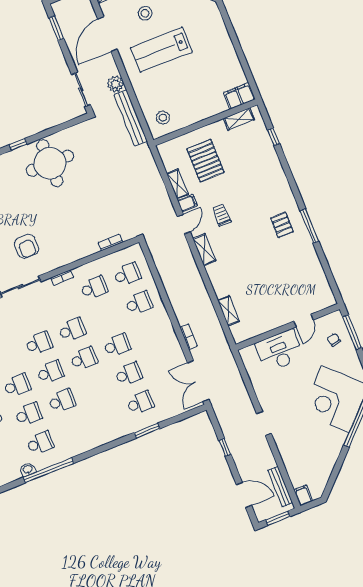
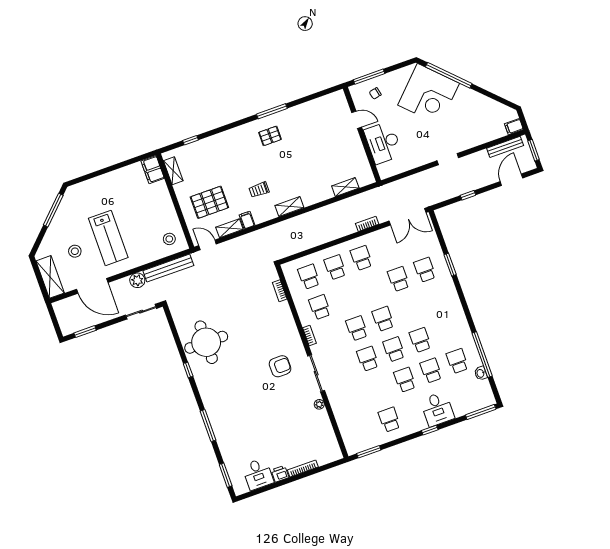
door: (184, 224) -> (208, 245), moved
school desk: (117, 345) -> (361, 258), moved

